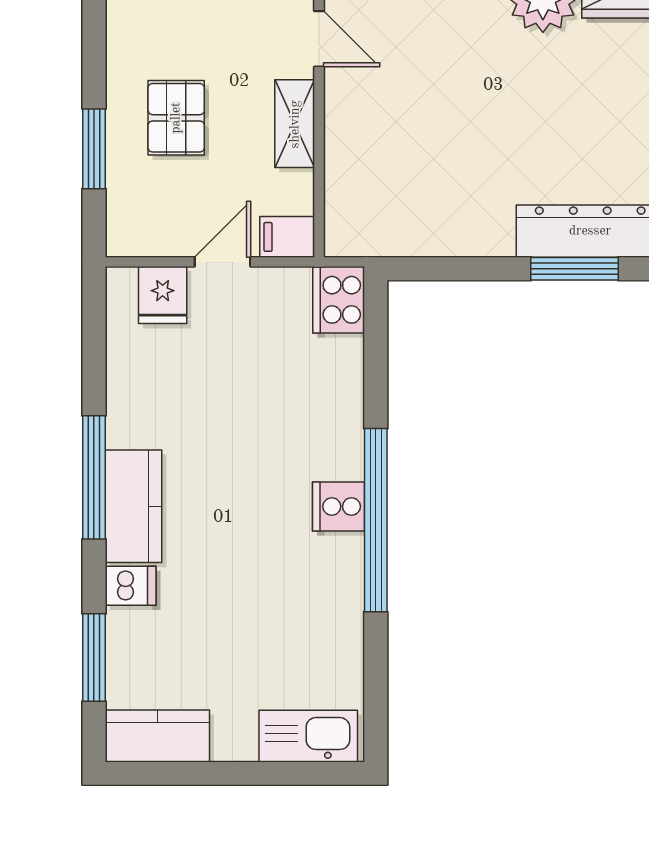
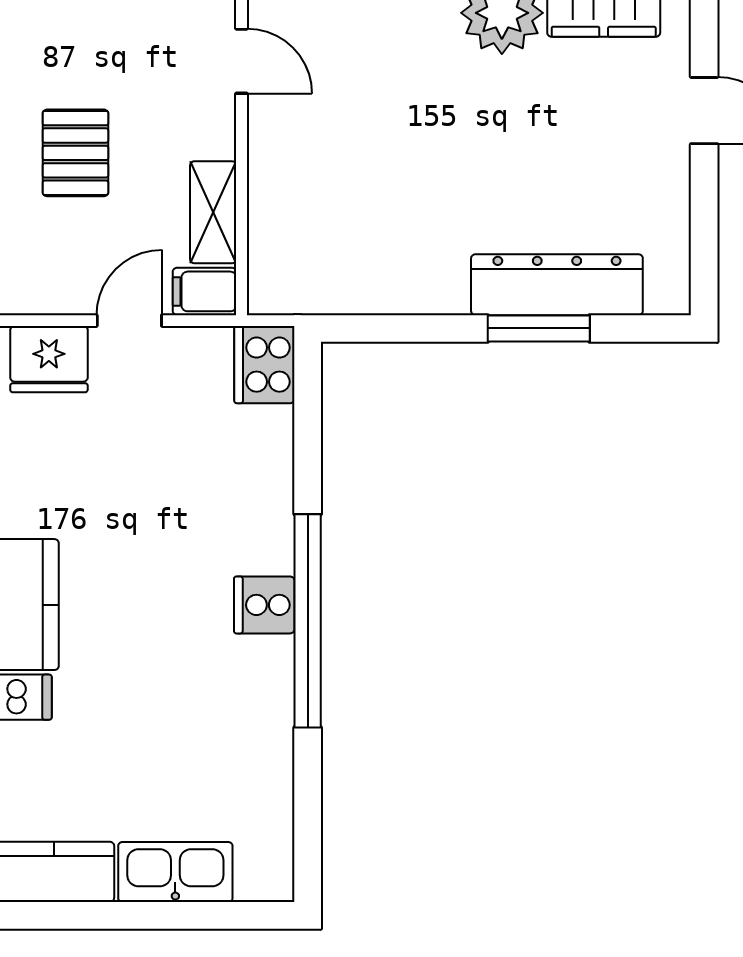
shelving: (295, 124) -> (213, 212), moved
fridge: (163, 295) -> (49, 359), width x1.38
kitchen sink: (308, 736) -> (175, 872), moved

